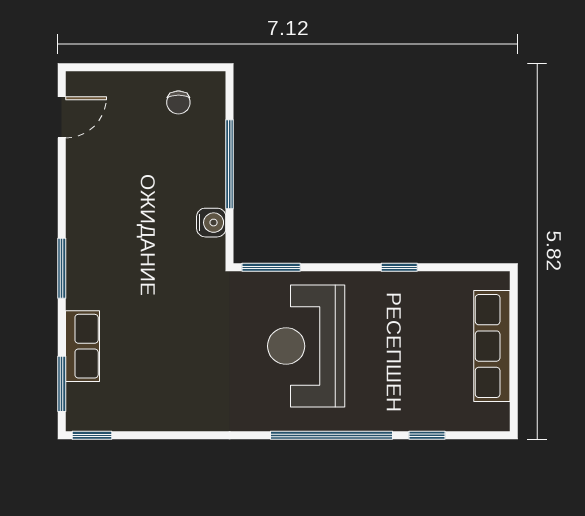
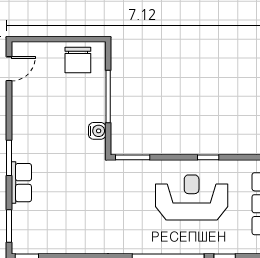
chair: (178, 102) -> (78, 60), width x1.87, depth x1.87
row of seats: (82, 346) -> (21, 183), moved
reception desk: (306, 346) -> (192, 197), moved, turned 90

